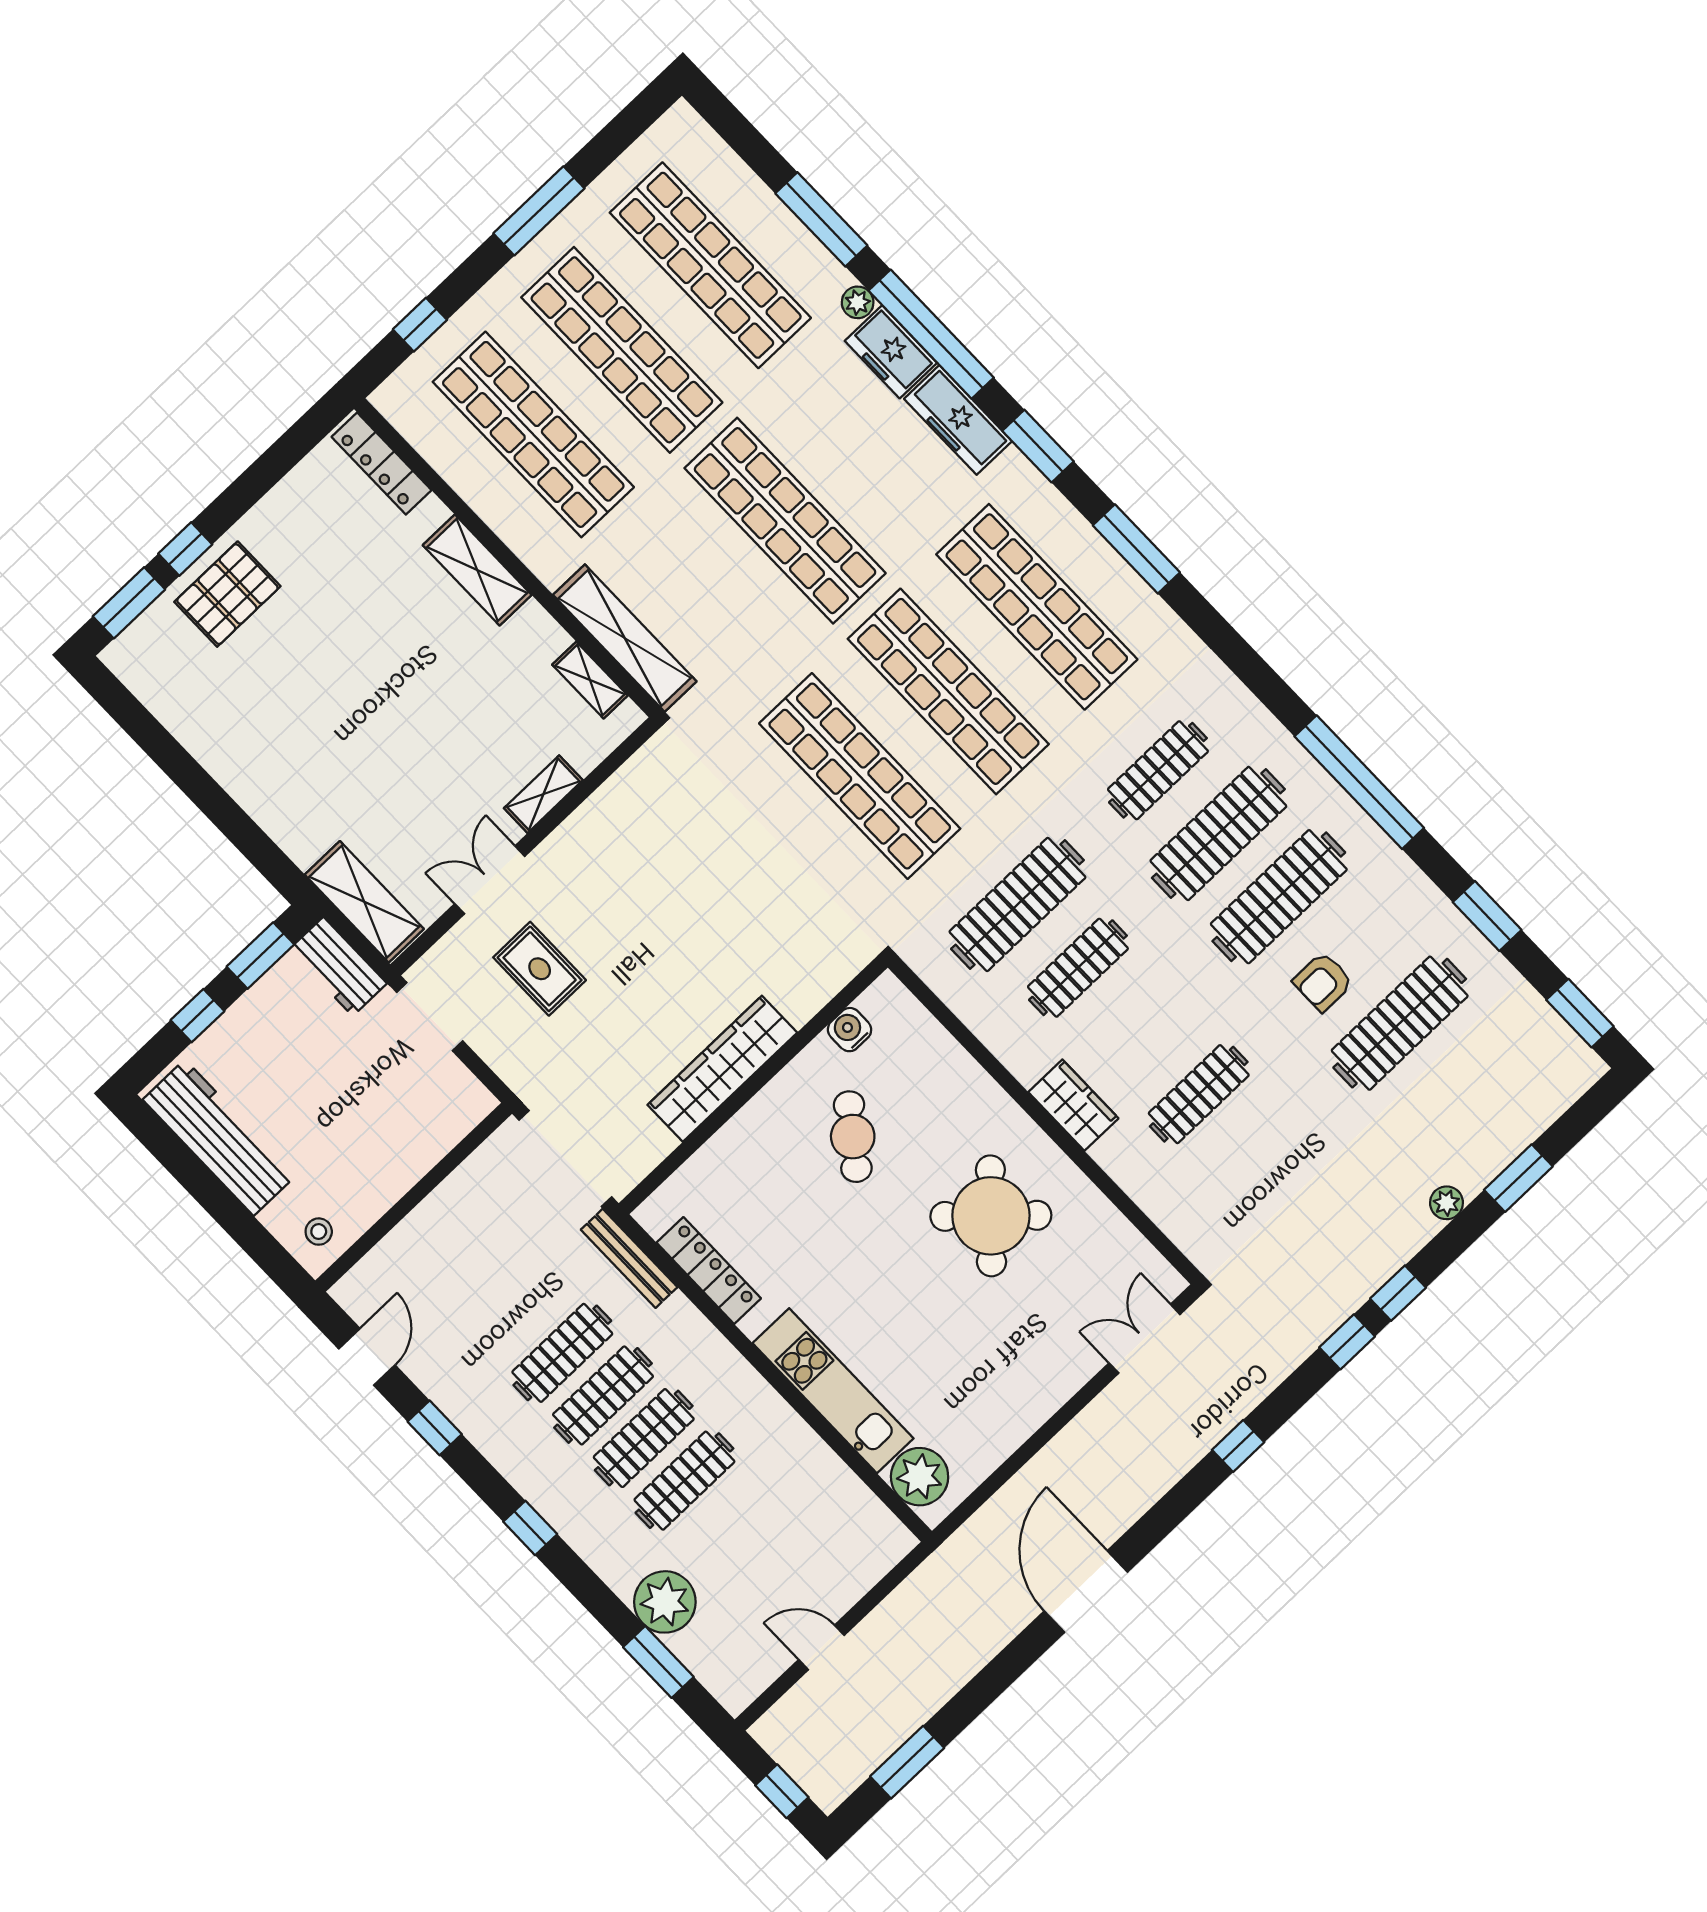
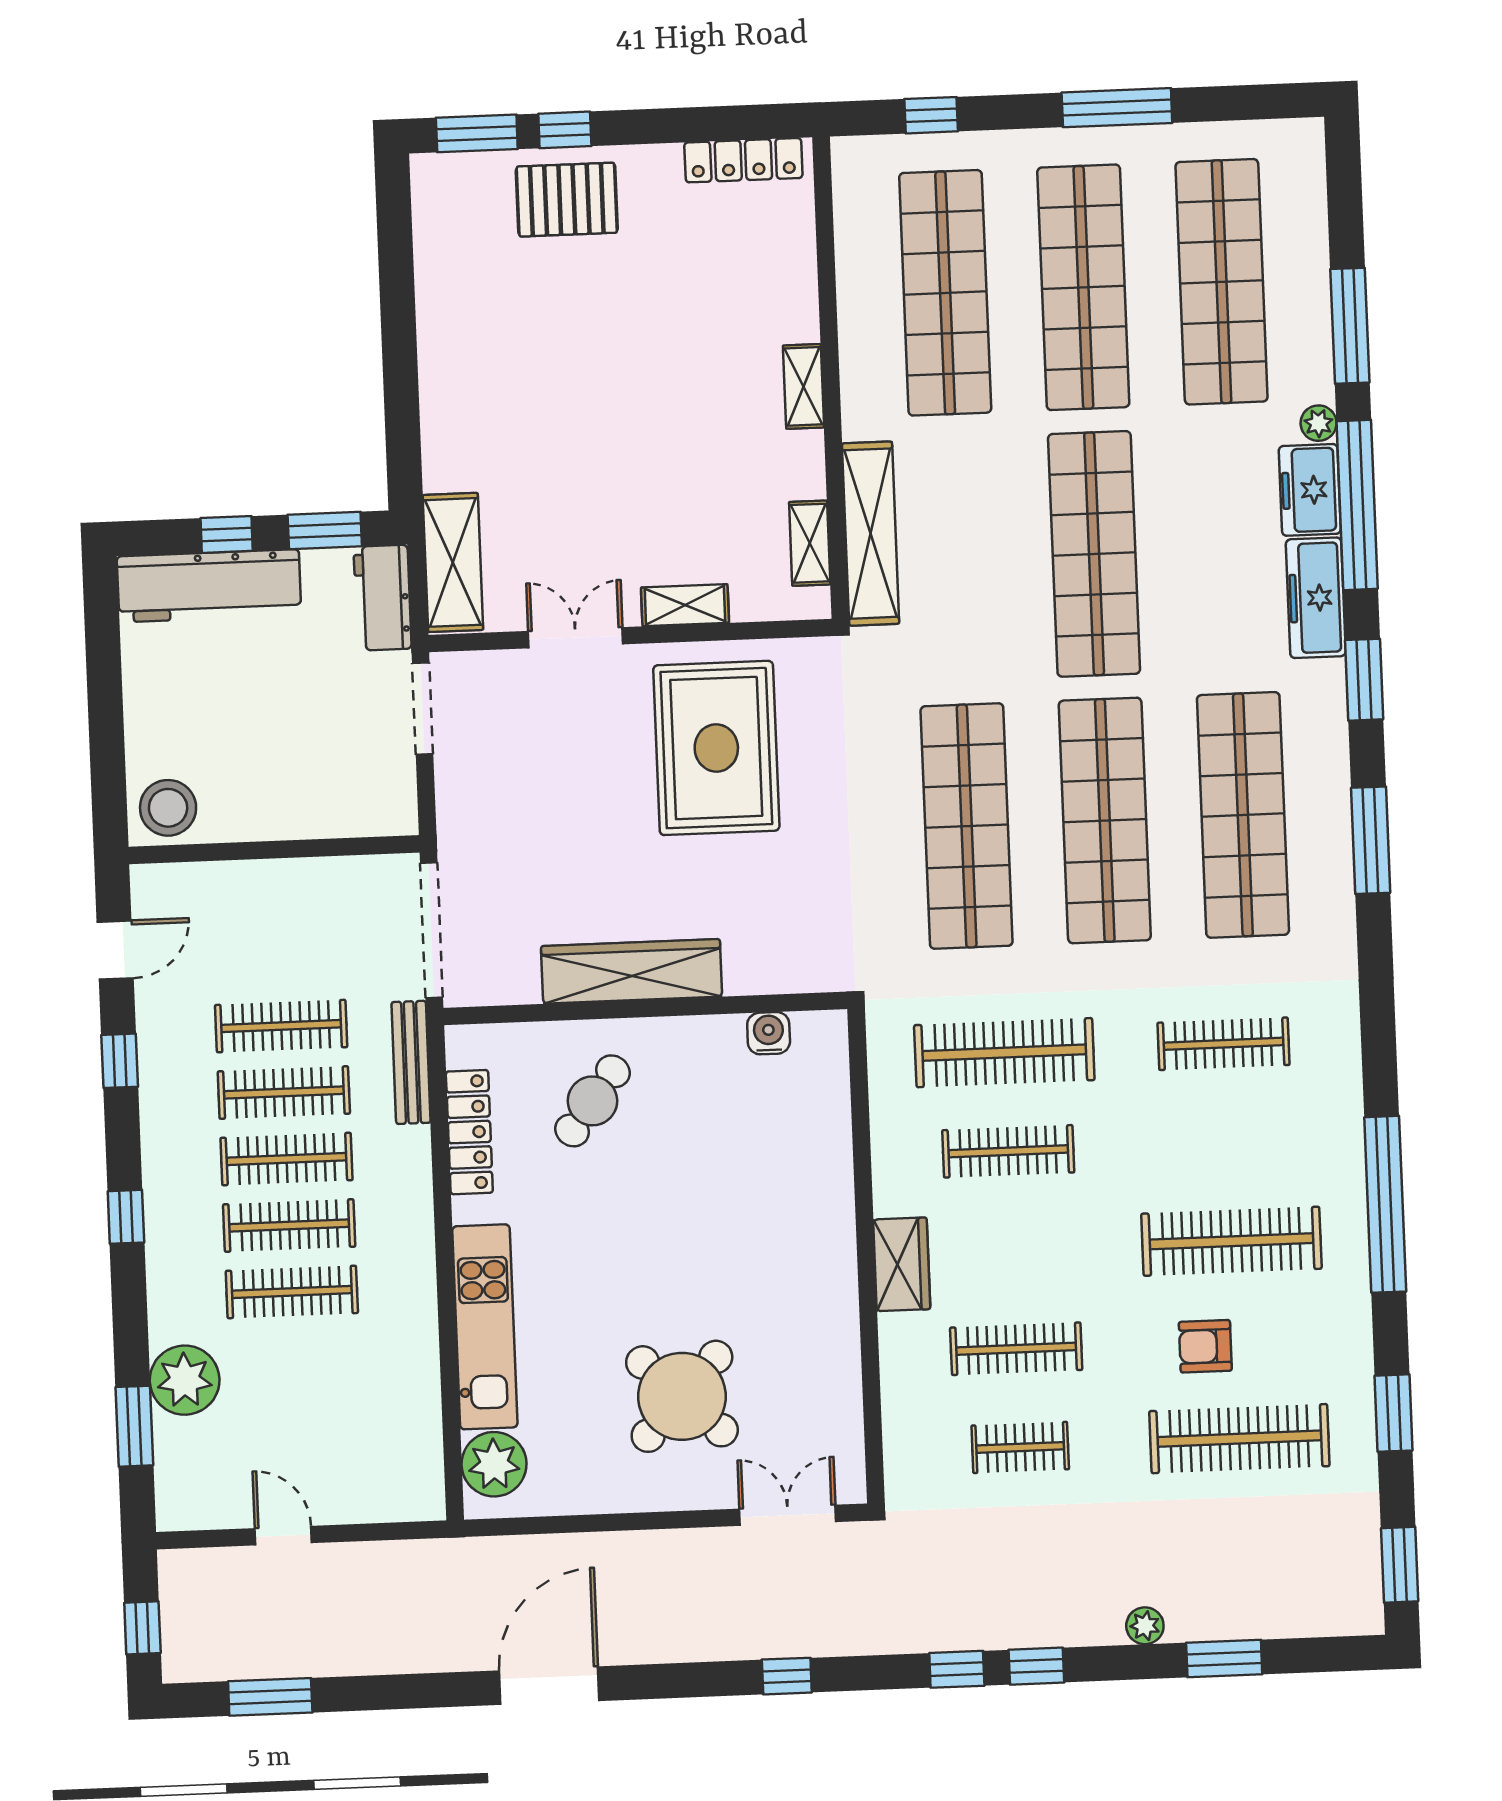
locker: (381, 463) -> (743, 160), moved, turned -90
shelving: (477, 570) -> (803, 386), width x0.67, depth x0.75
clothes rail: (1218, 833) -> (1020, 1447), moved, width x0.54, depth x0.76
rug: (540, 969) -> (716, 748), moved, width x1.86, depth x2.06
cafe table: (853, 1137) -> (593, 1101), moved
workbench: (219, 1138) -> (209, 586), moved, turned 90
round table: (991, 1216) -> (682, 1396), moved
stool: (319, 1232) -> (168, 808), width x1.89, depth x1.89
clothes rail: (522, 1310) -> (281, 1026), added

